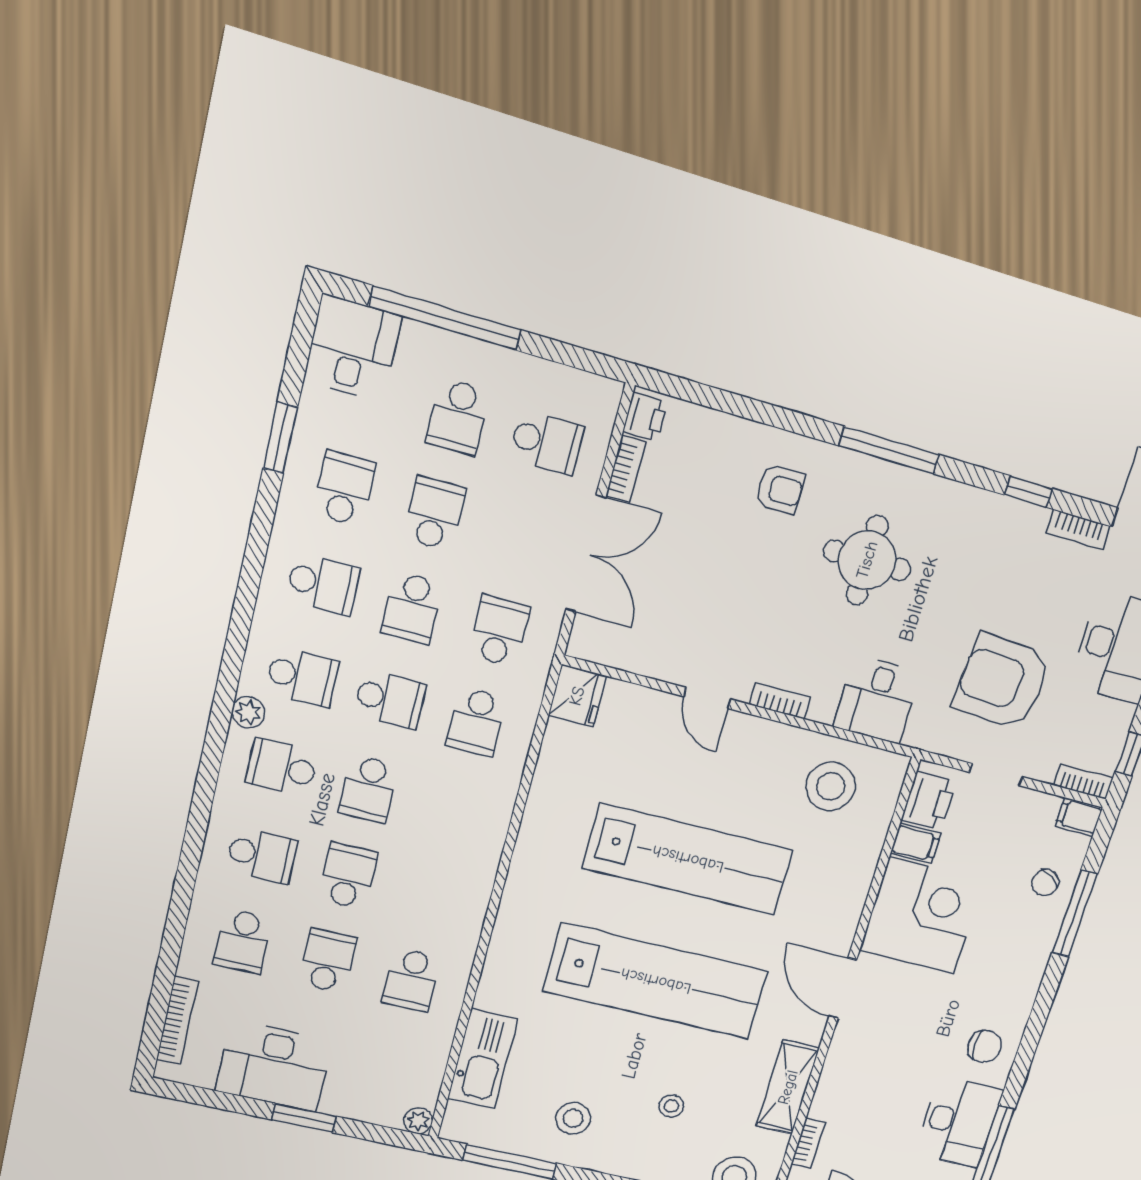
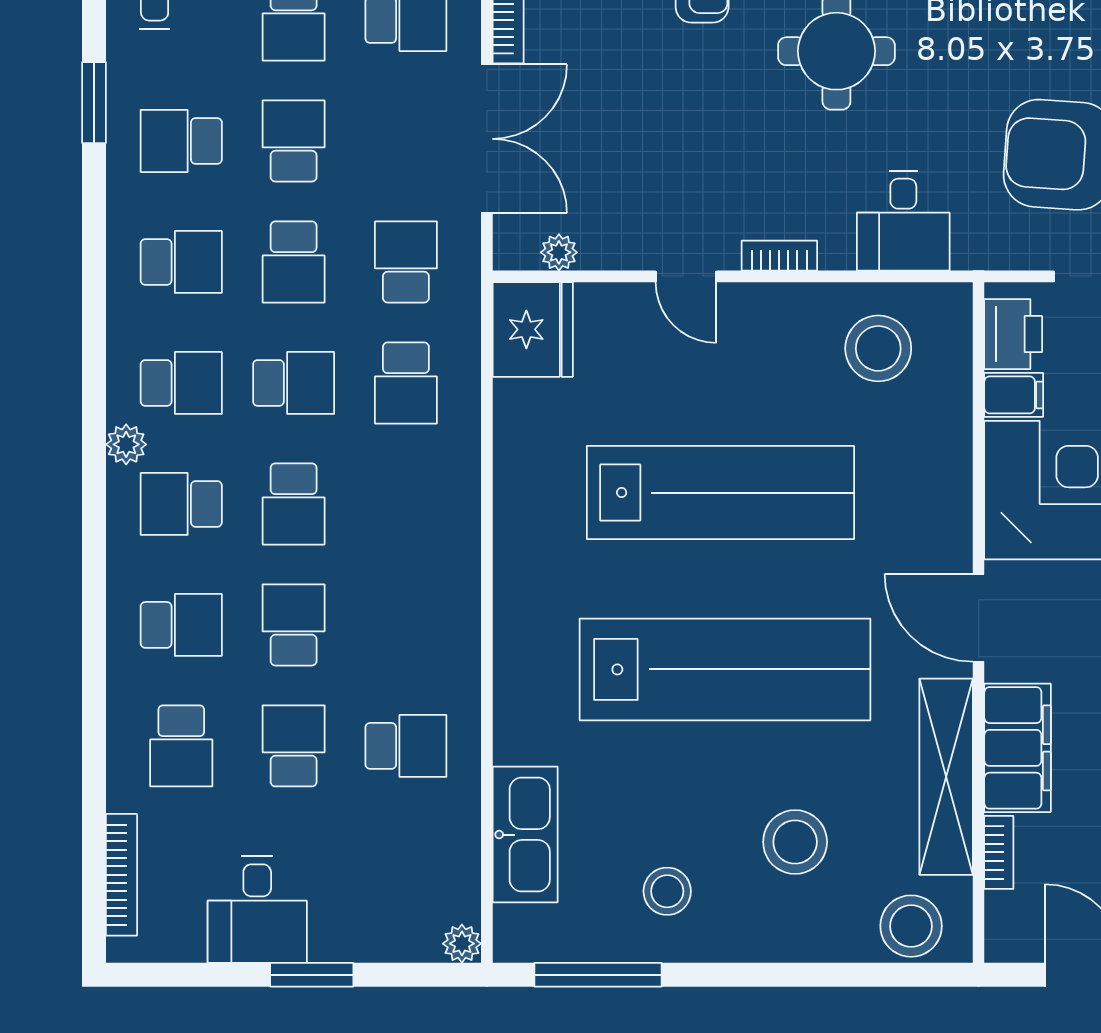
school desk: (345, 489) -> (181, 141), turned -90
plant: (618, 655) -> (559, 252), added
fridge: (577, 696) -> (533, 329), width x1.36, depth x1.34
school desk: (411, 980) -> (406, 746), turned -90
desk: (274, 1066) -> (257, 909), width x0.73
filing cabinet: (842, 1079) -> (1018, 748), added
shelving: (788, 1087) -> (946, 777), width x1.47
stool: (671, 1106) -> (795, 842), width x1.89, depth x1.89

